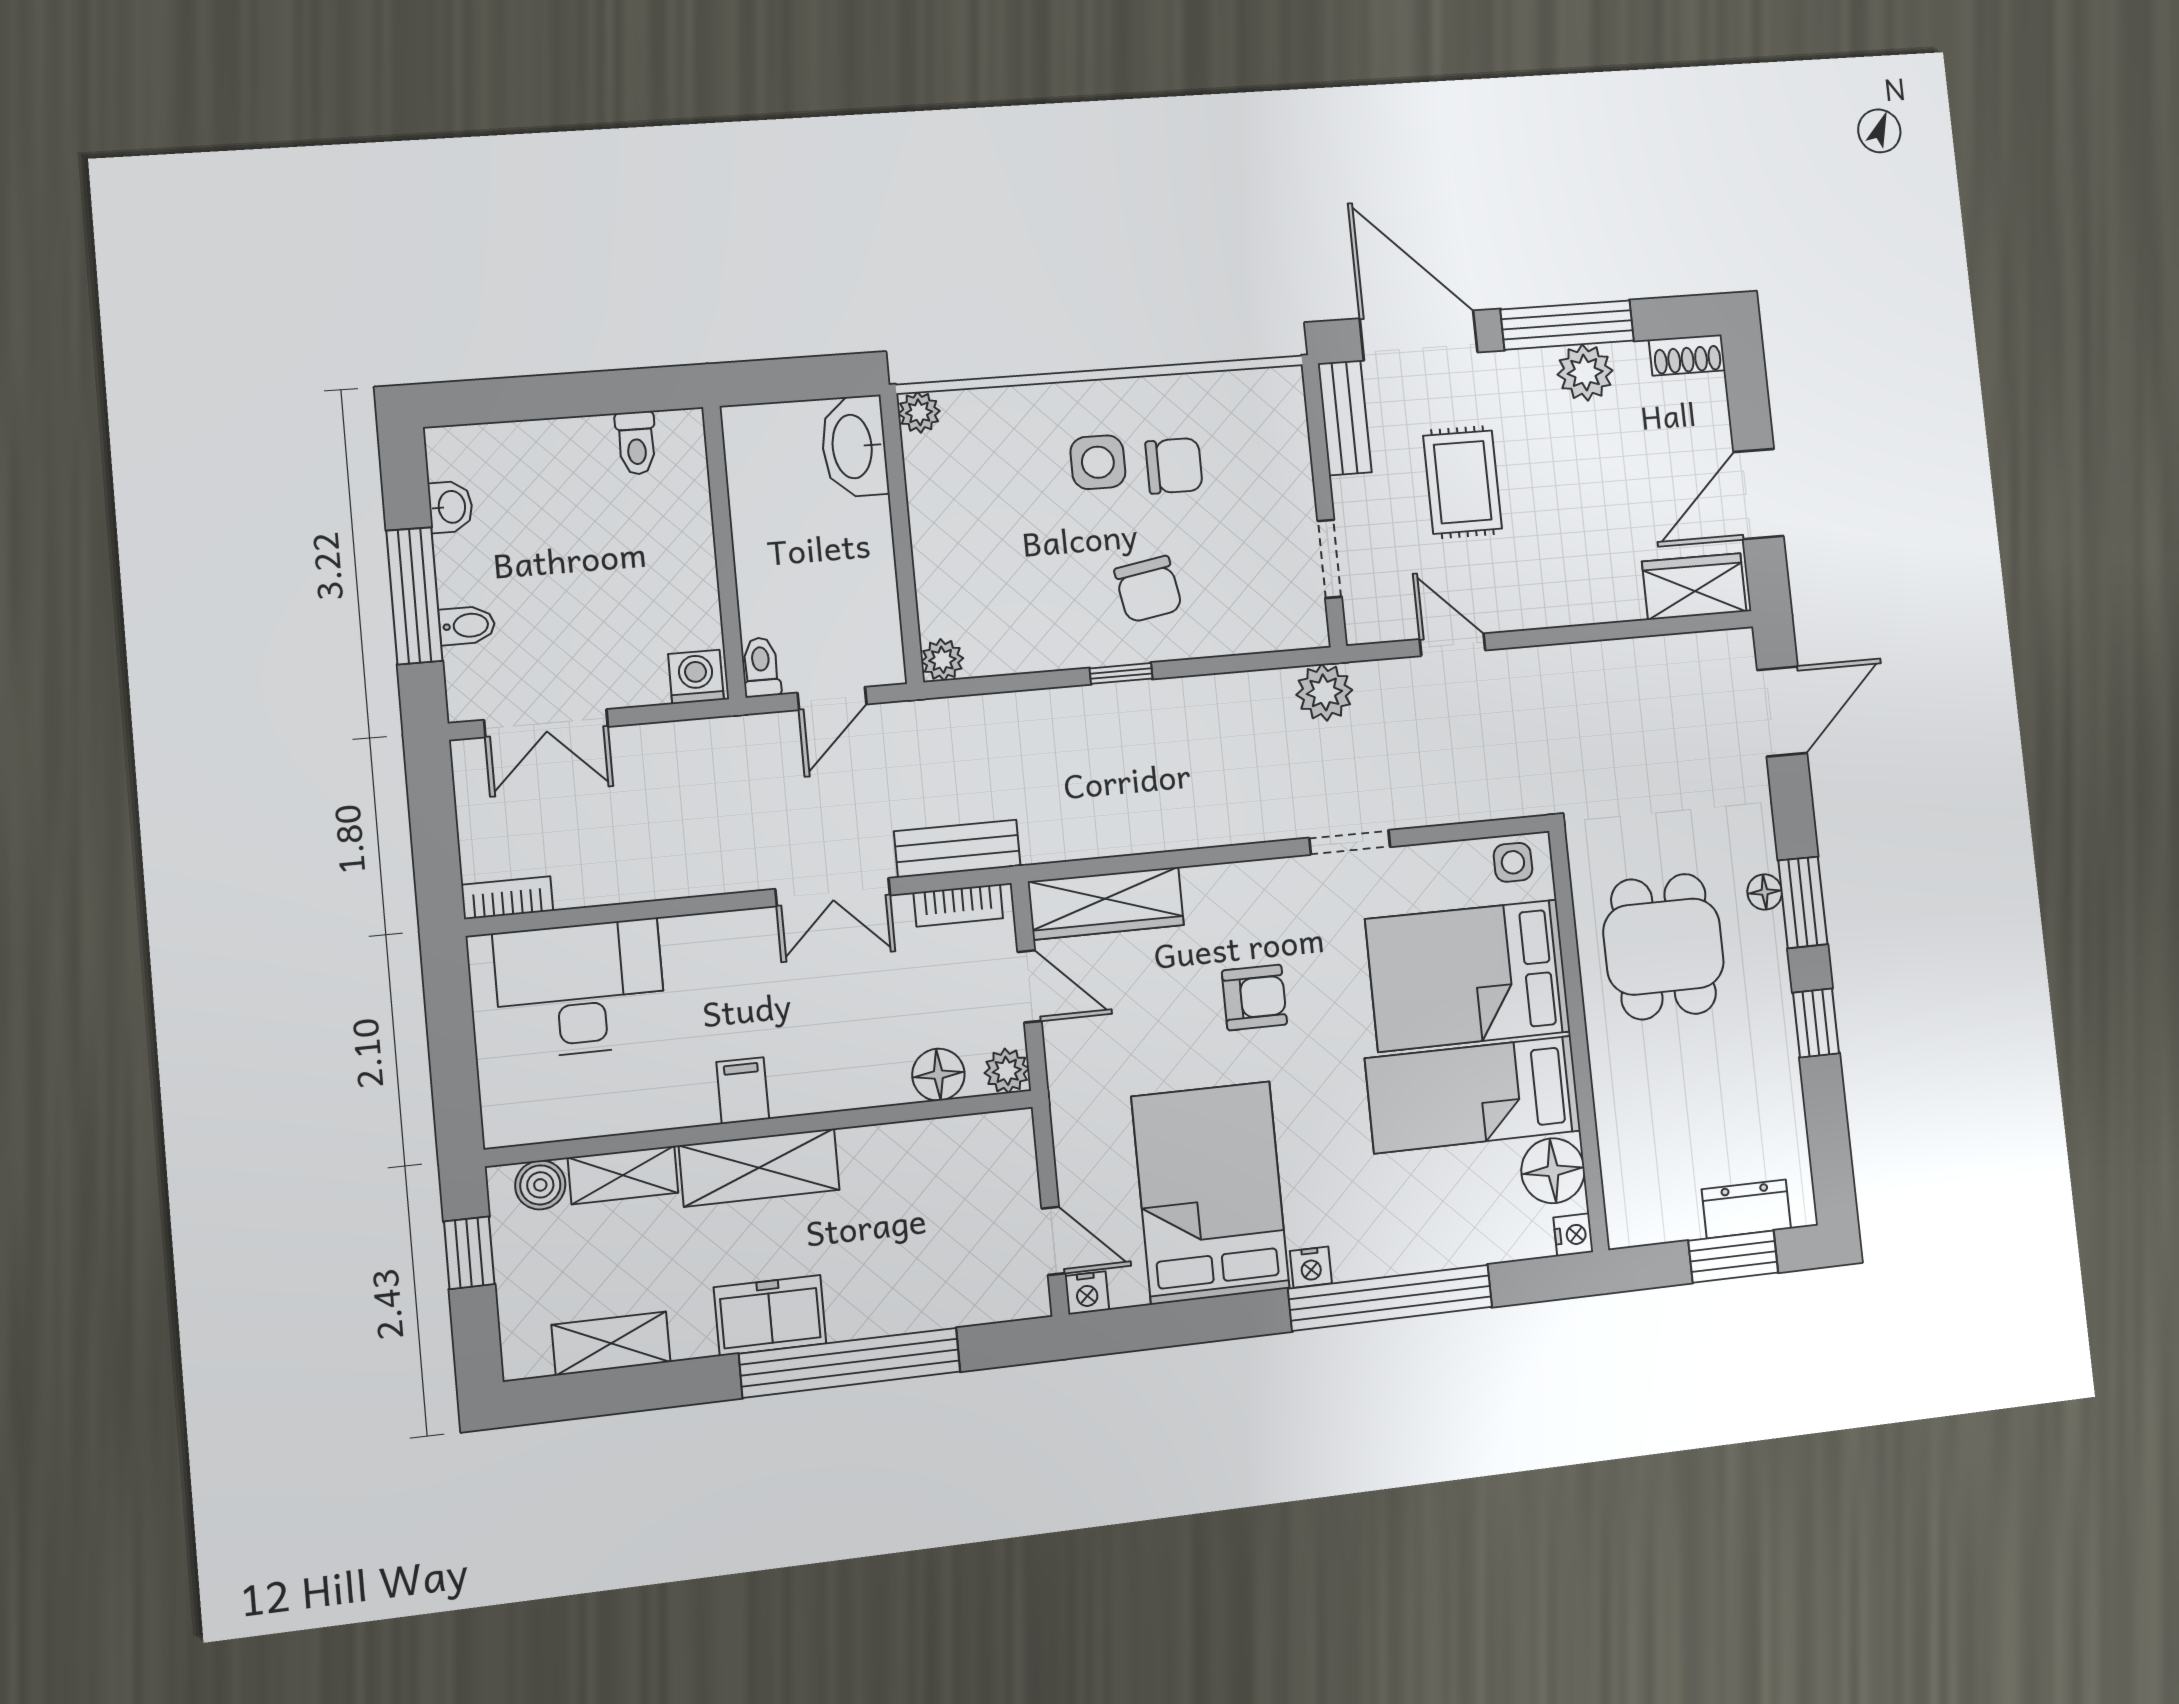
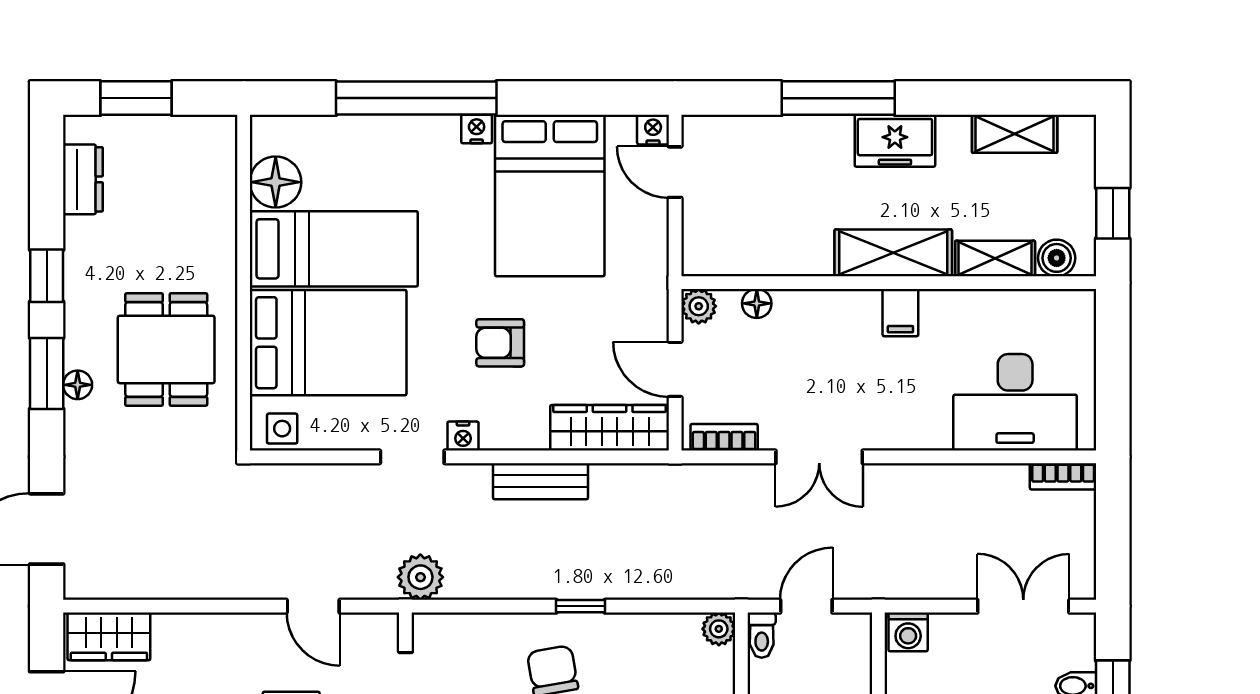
toilet: (761, 667) -> (762, 635), moved
bench: (957, 849) -> (541, 481), moved
double door: (833, 892) -> (819, 457), swing flipped
floor lamp: (938, 1075) -> (757, 303), width x0.73, depth x0.73
dresser: (1746, 1209) -> (83, 179), moved, turned -90
nightstand: (1573, 1235) -> (463, 436), moved, turned -90
window: (850, 1363) -> (838, 98), width x0.68

